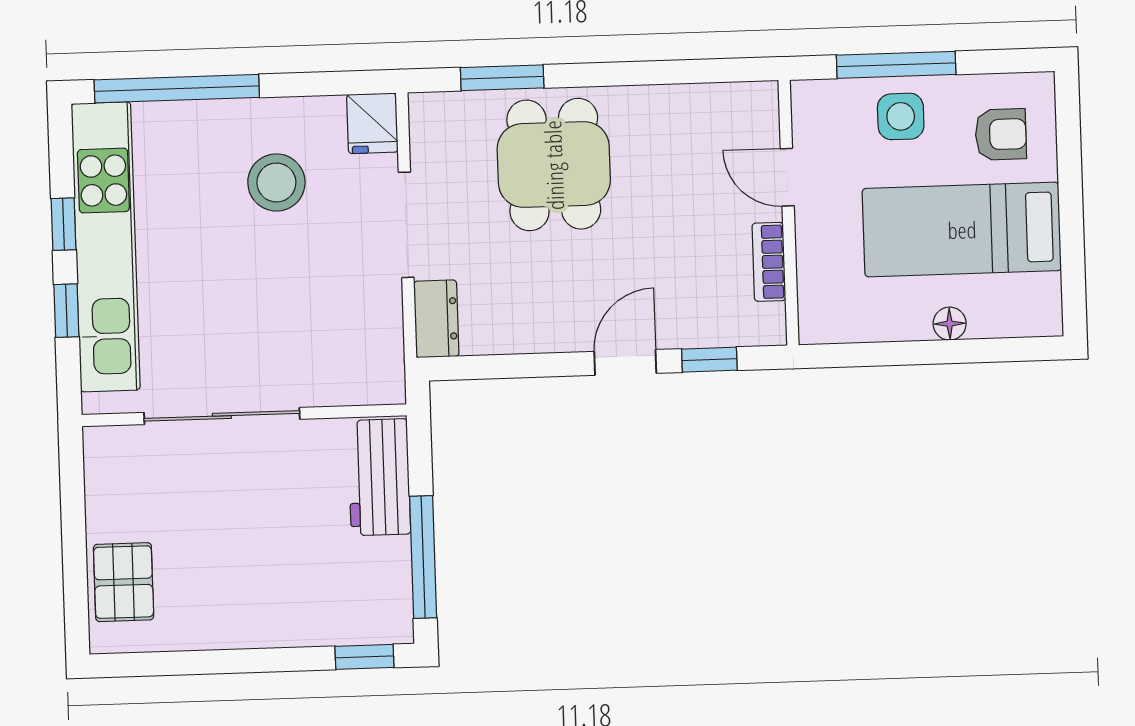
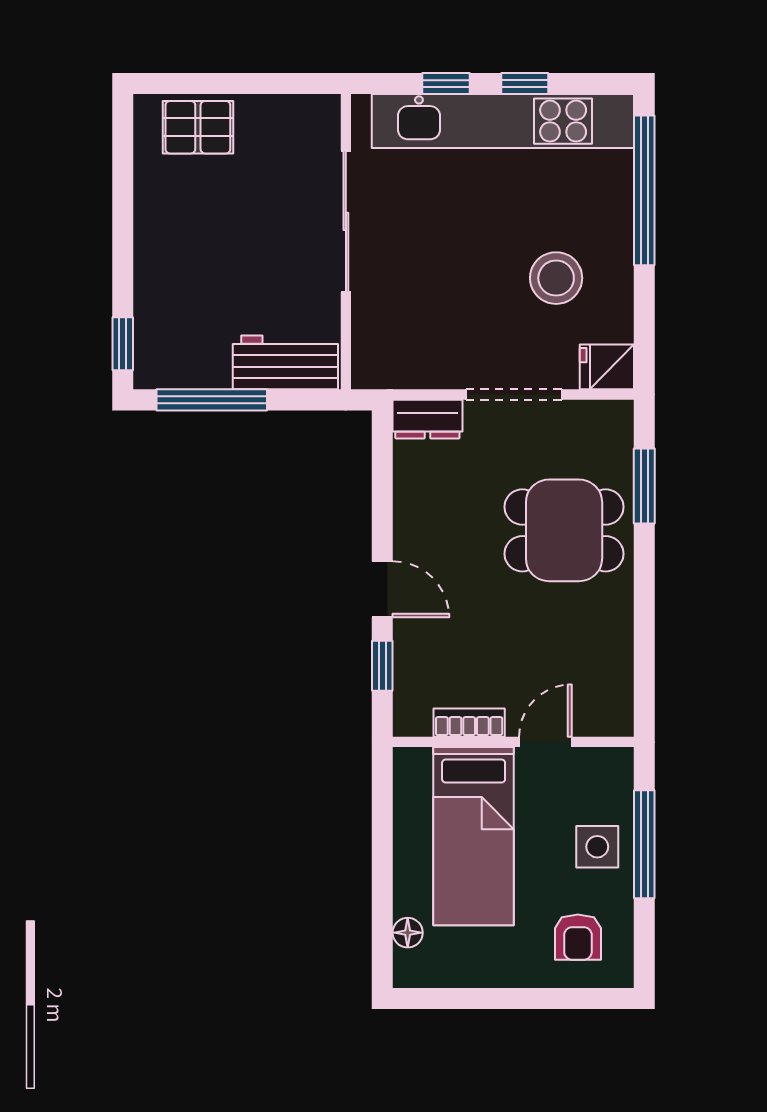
bed: (962, 230) -> (474, 836), moved, turned 180
floor lamp: (950, 324) -> (408, 933), moved

